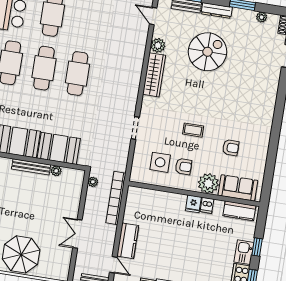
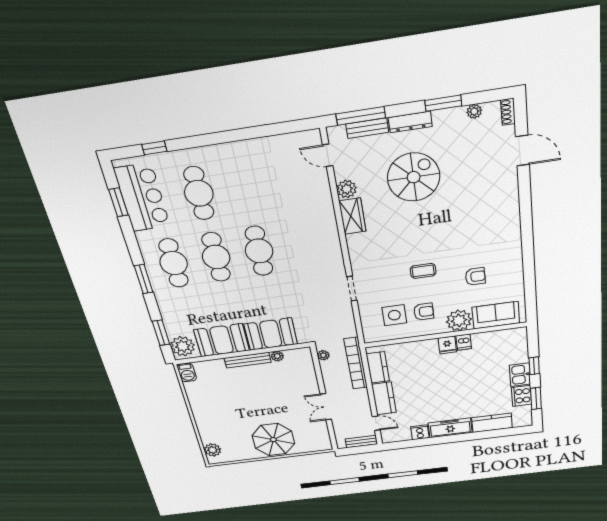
wardrobe: (154, 75) -> (352, 216), width x0.67
kitchen counter: (239, 211) -> (378, 367), moved, turned -90

